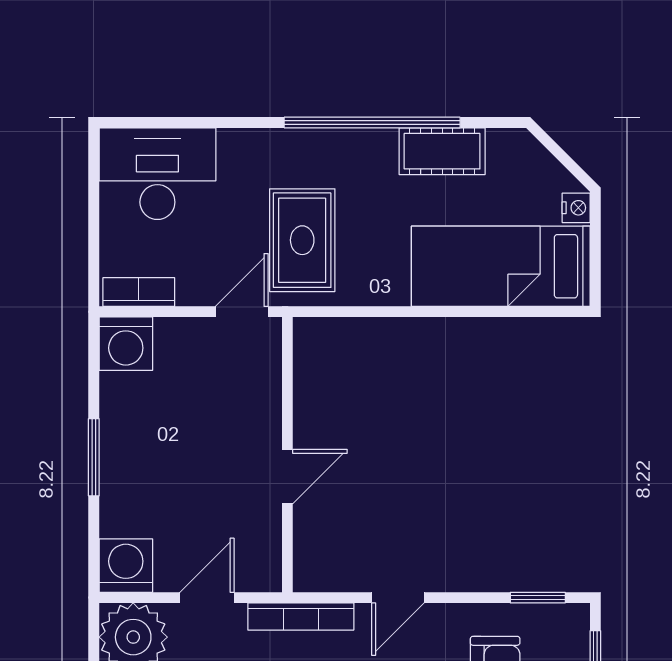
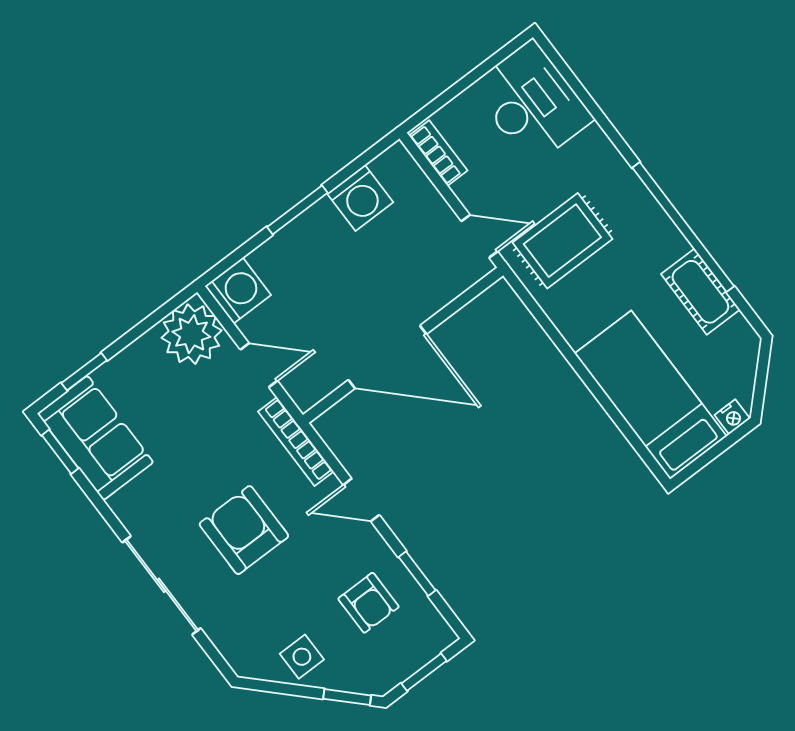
washing machine: (126, 344) -> (360, 198), moved, turned -90
door: (287, 477) -> (387, 357), width x1.88
window: (538, 598) -> (417, 574), moved

